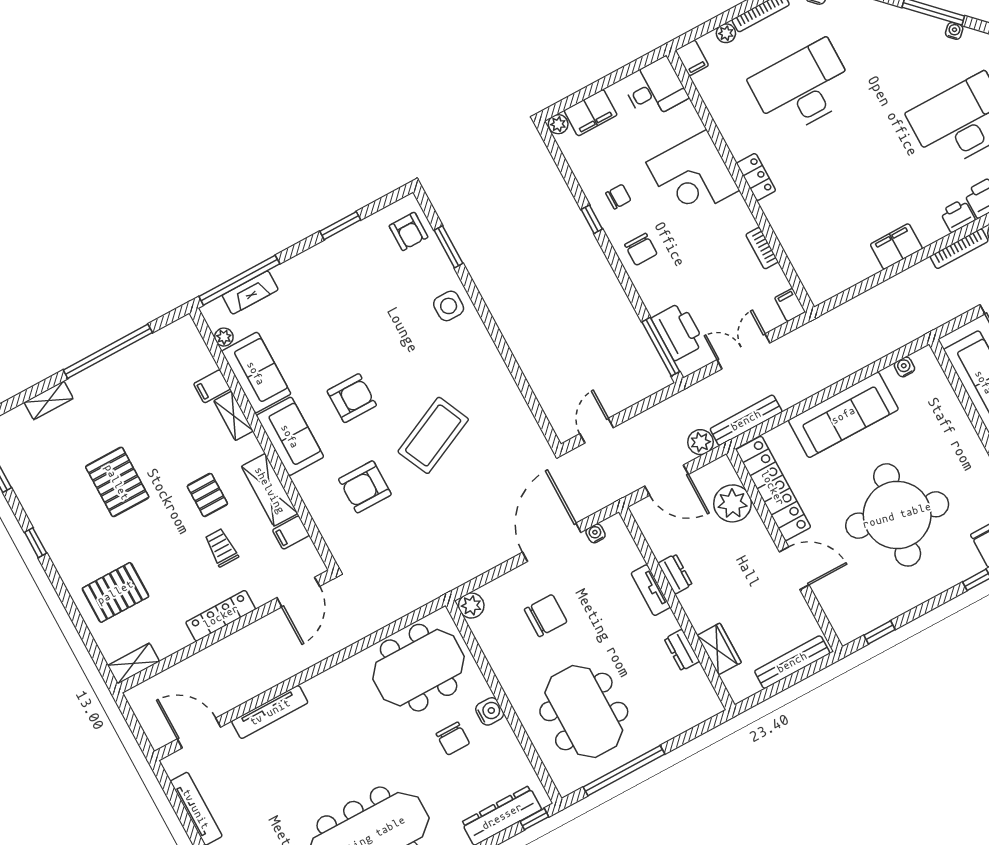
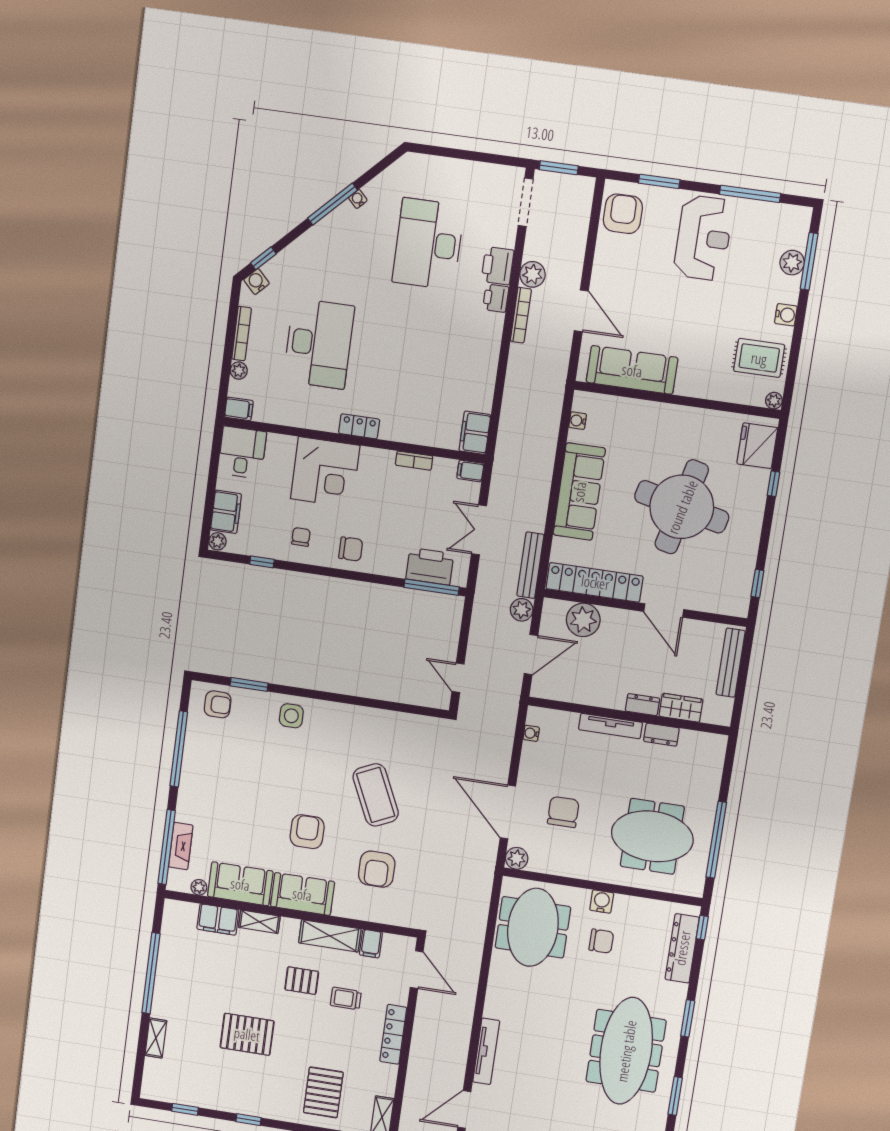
desk: (803, 88) -> (319, 344), turned 180
window: (592, 219) -> (262, 562), moved
window: (340, 226) -> (179, 749), width x2.11
filing cabinet: (896, 246) -> (475, 433), moved
filing cabinet: (212, 386) -> (218, 919), width x2.00
door: (552, 542) -> (508, 812), moved
door: (794, 568) -> (664, 610), swing flipped
dresser: (675, 574) -> (643, 705), moved
tv unit: (651, 590) -> (610, 726), width x1.41

